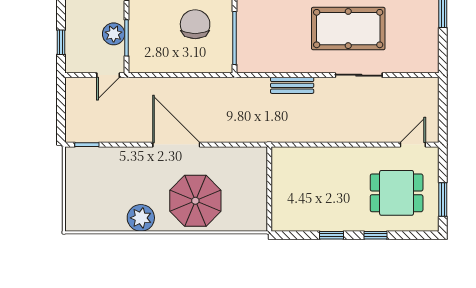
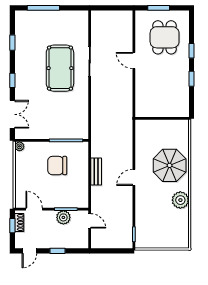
window: (61, 42) -> (58, 251), moved
bench: (292, 85) -> (96, 171), moved
door: (176, 145) -> (134, 177), width x0.53
door: (413, 145) -> (134, 60), moved
window: (443, 199) -> (159, 8), moved

